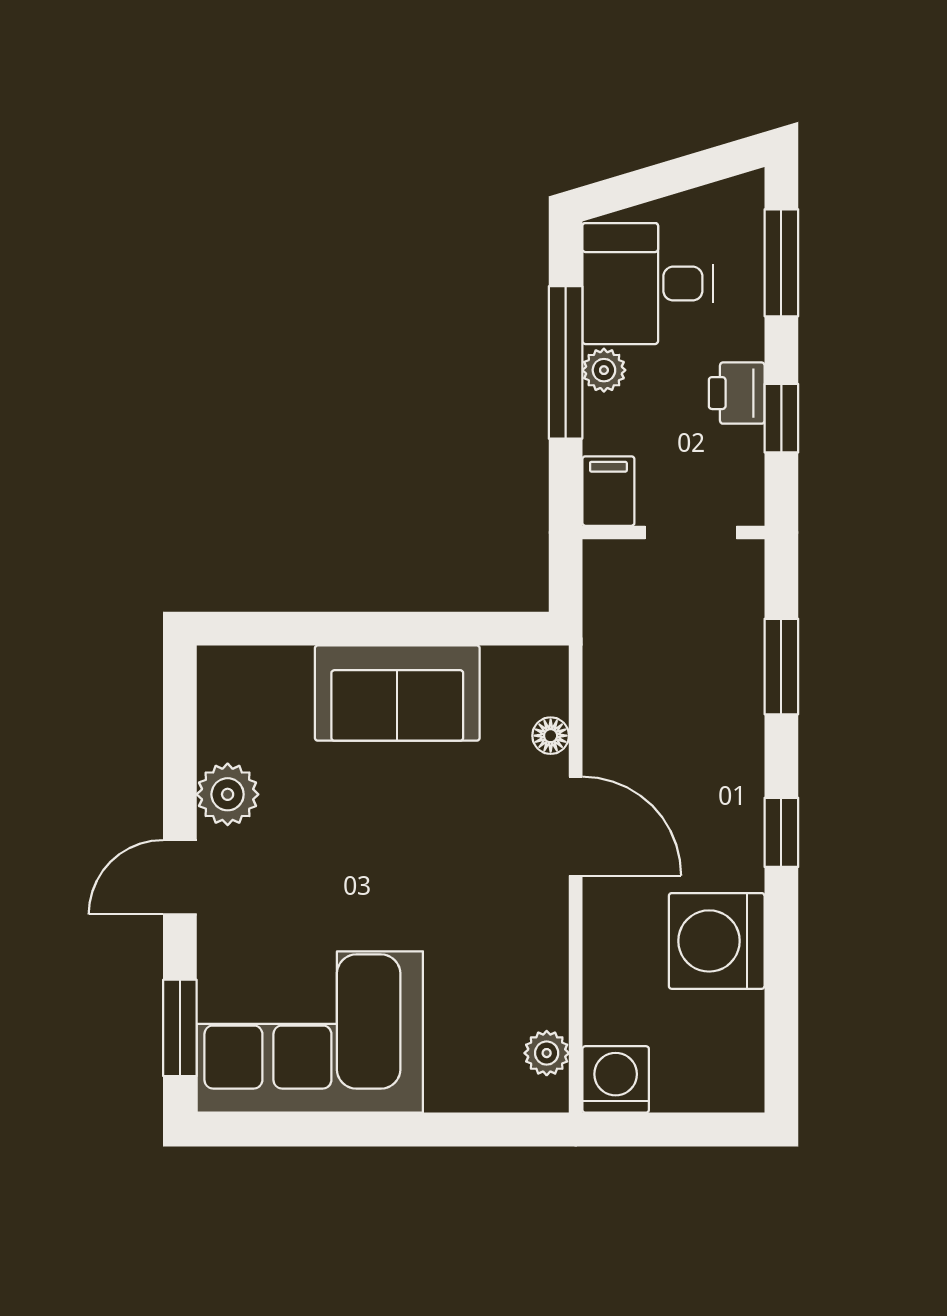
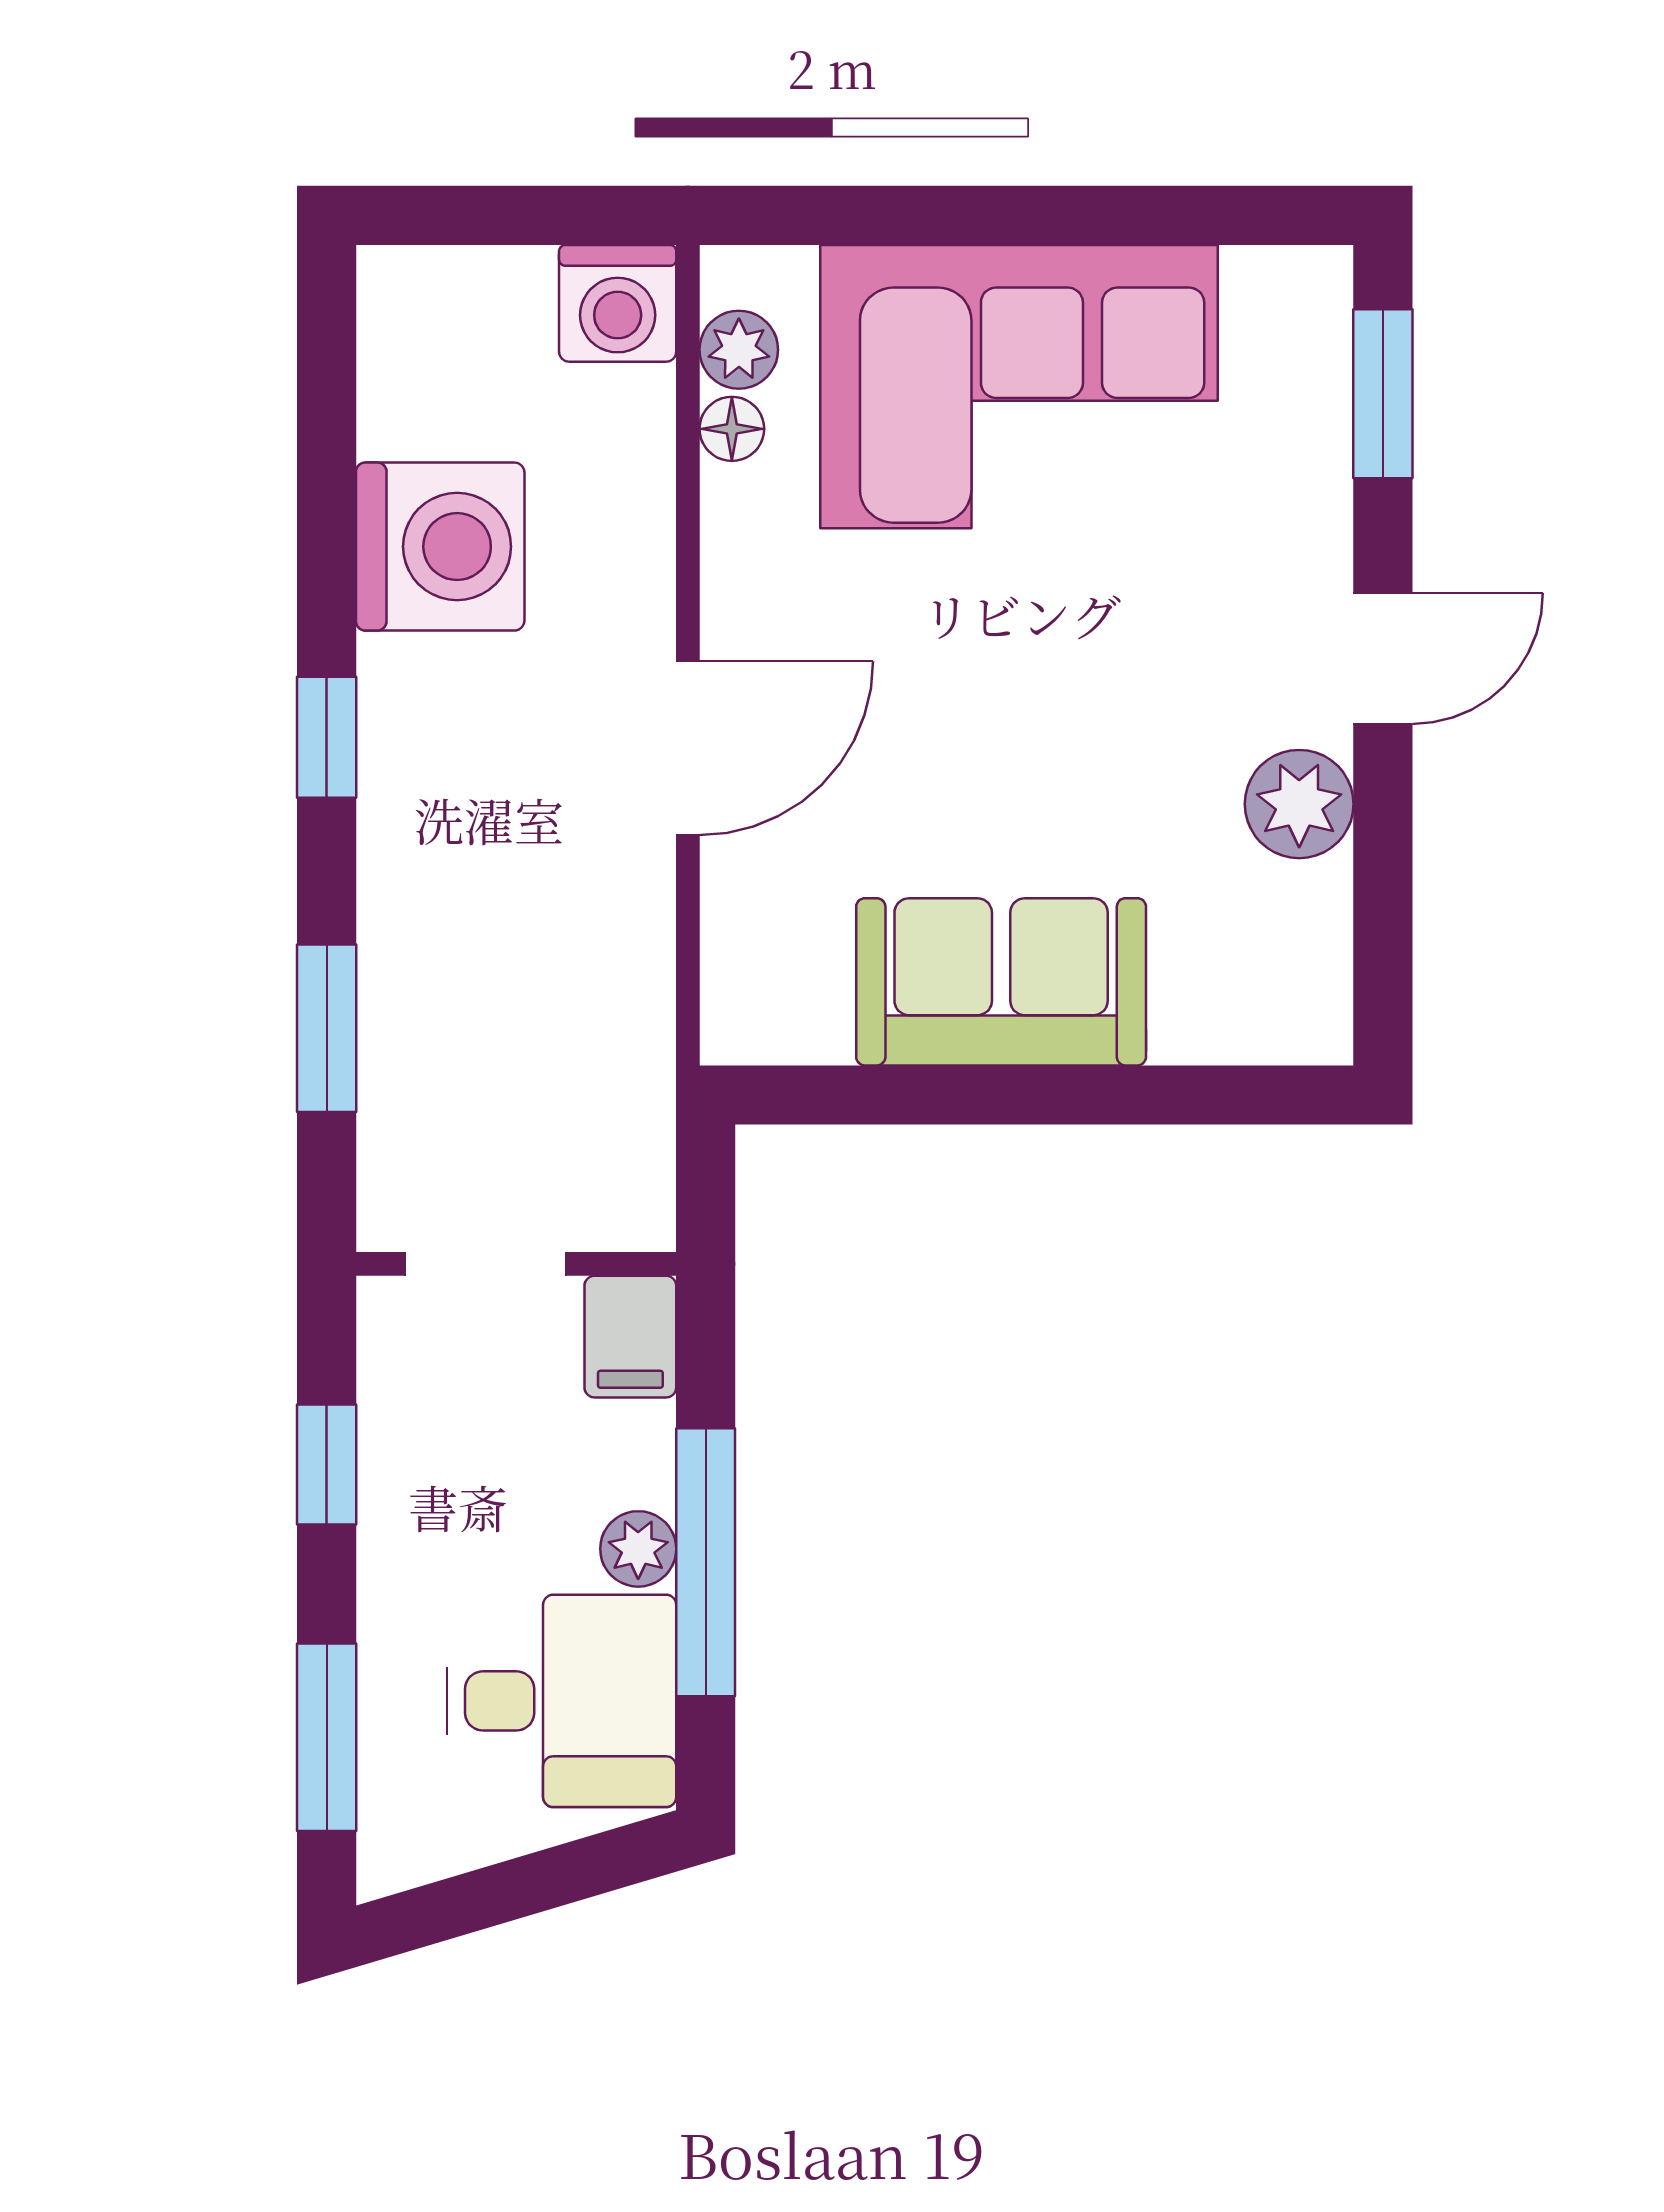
printer: (737, 393) -> (405, 1509), removed
floor lamp: (551, 736) -> (732, 429), moved
door: (576, 826) -> (688, 748), swing flipped
corner sofa: (310, 1032) -> (1019, 387), moved

